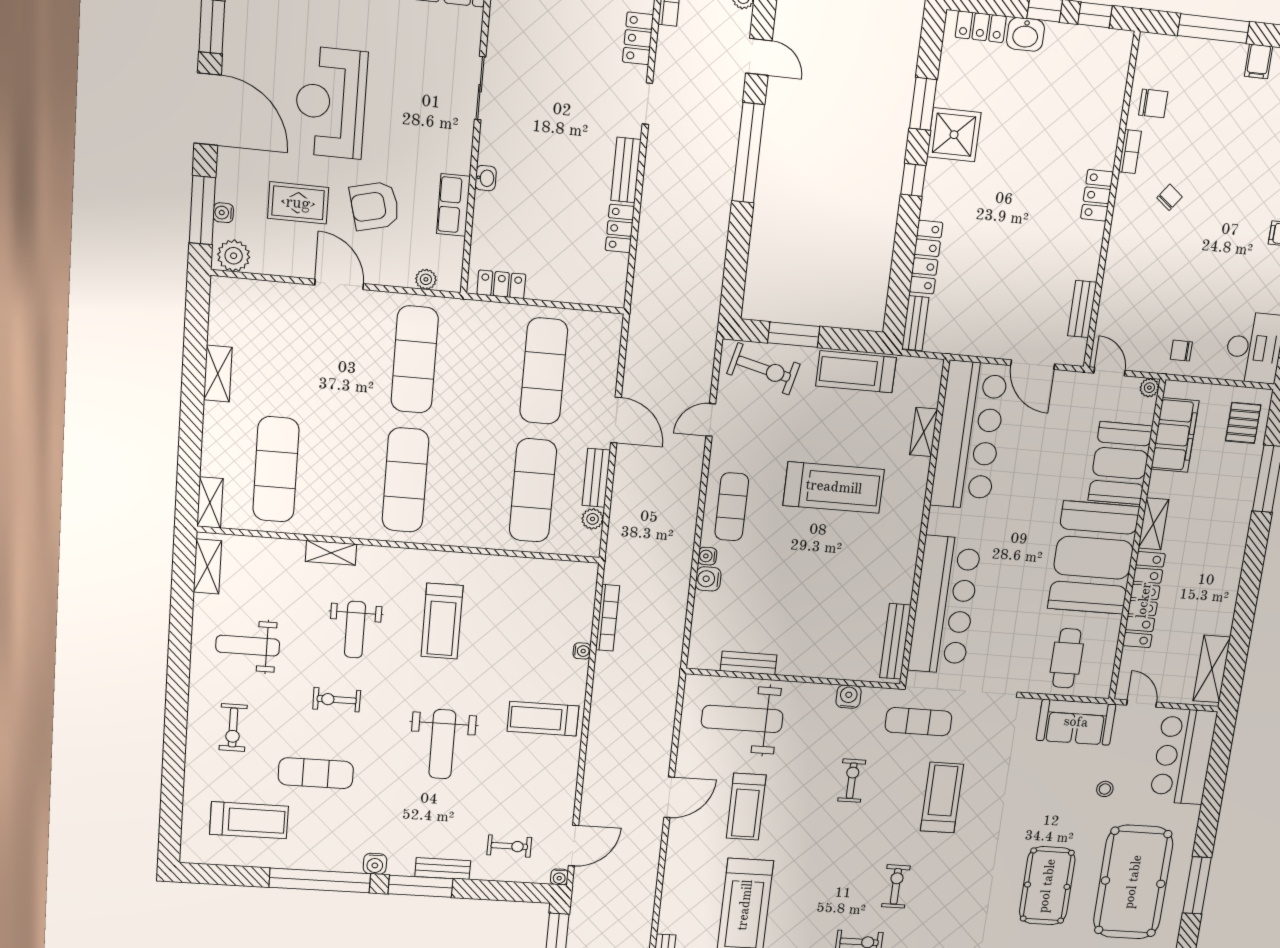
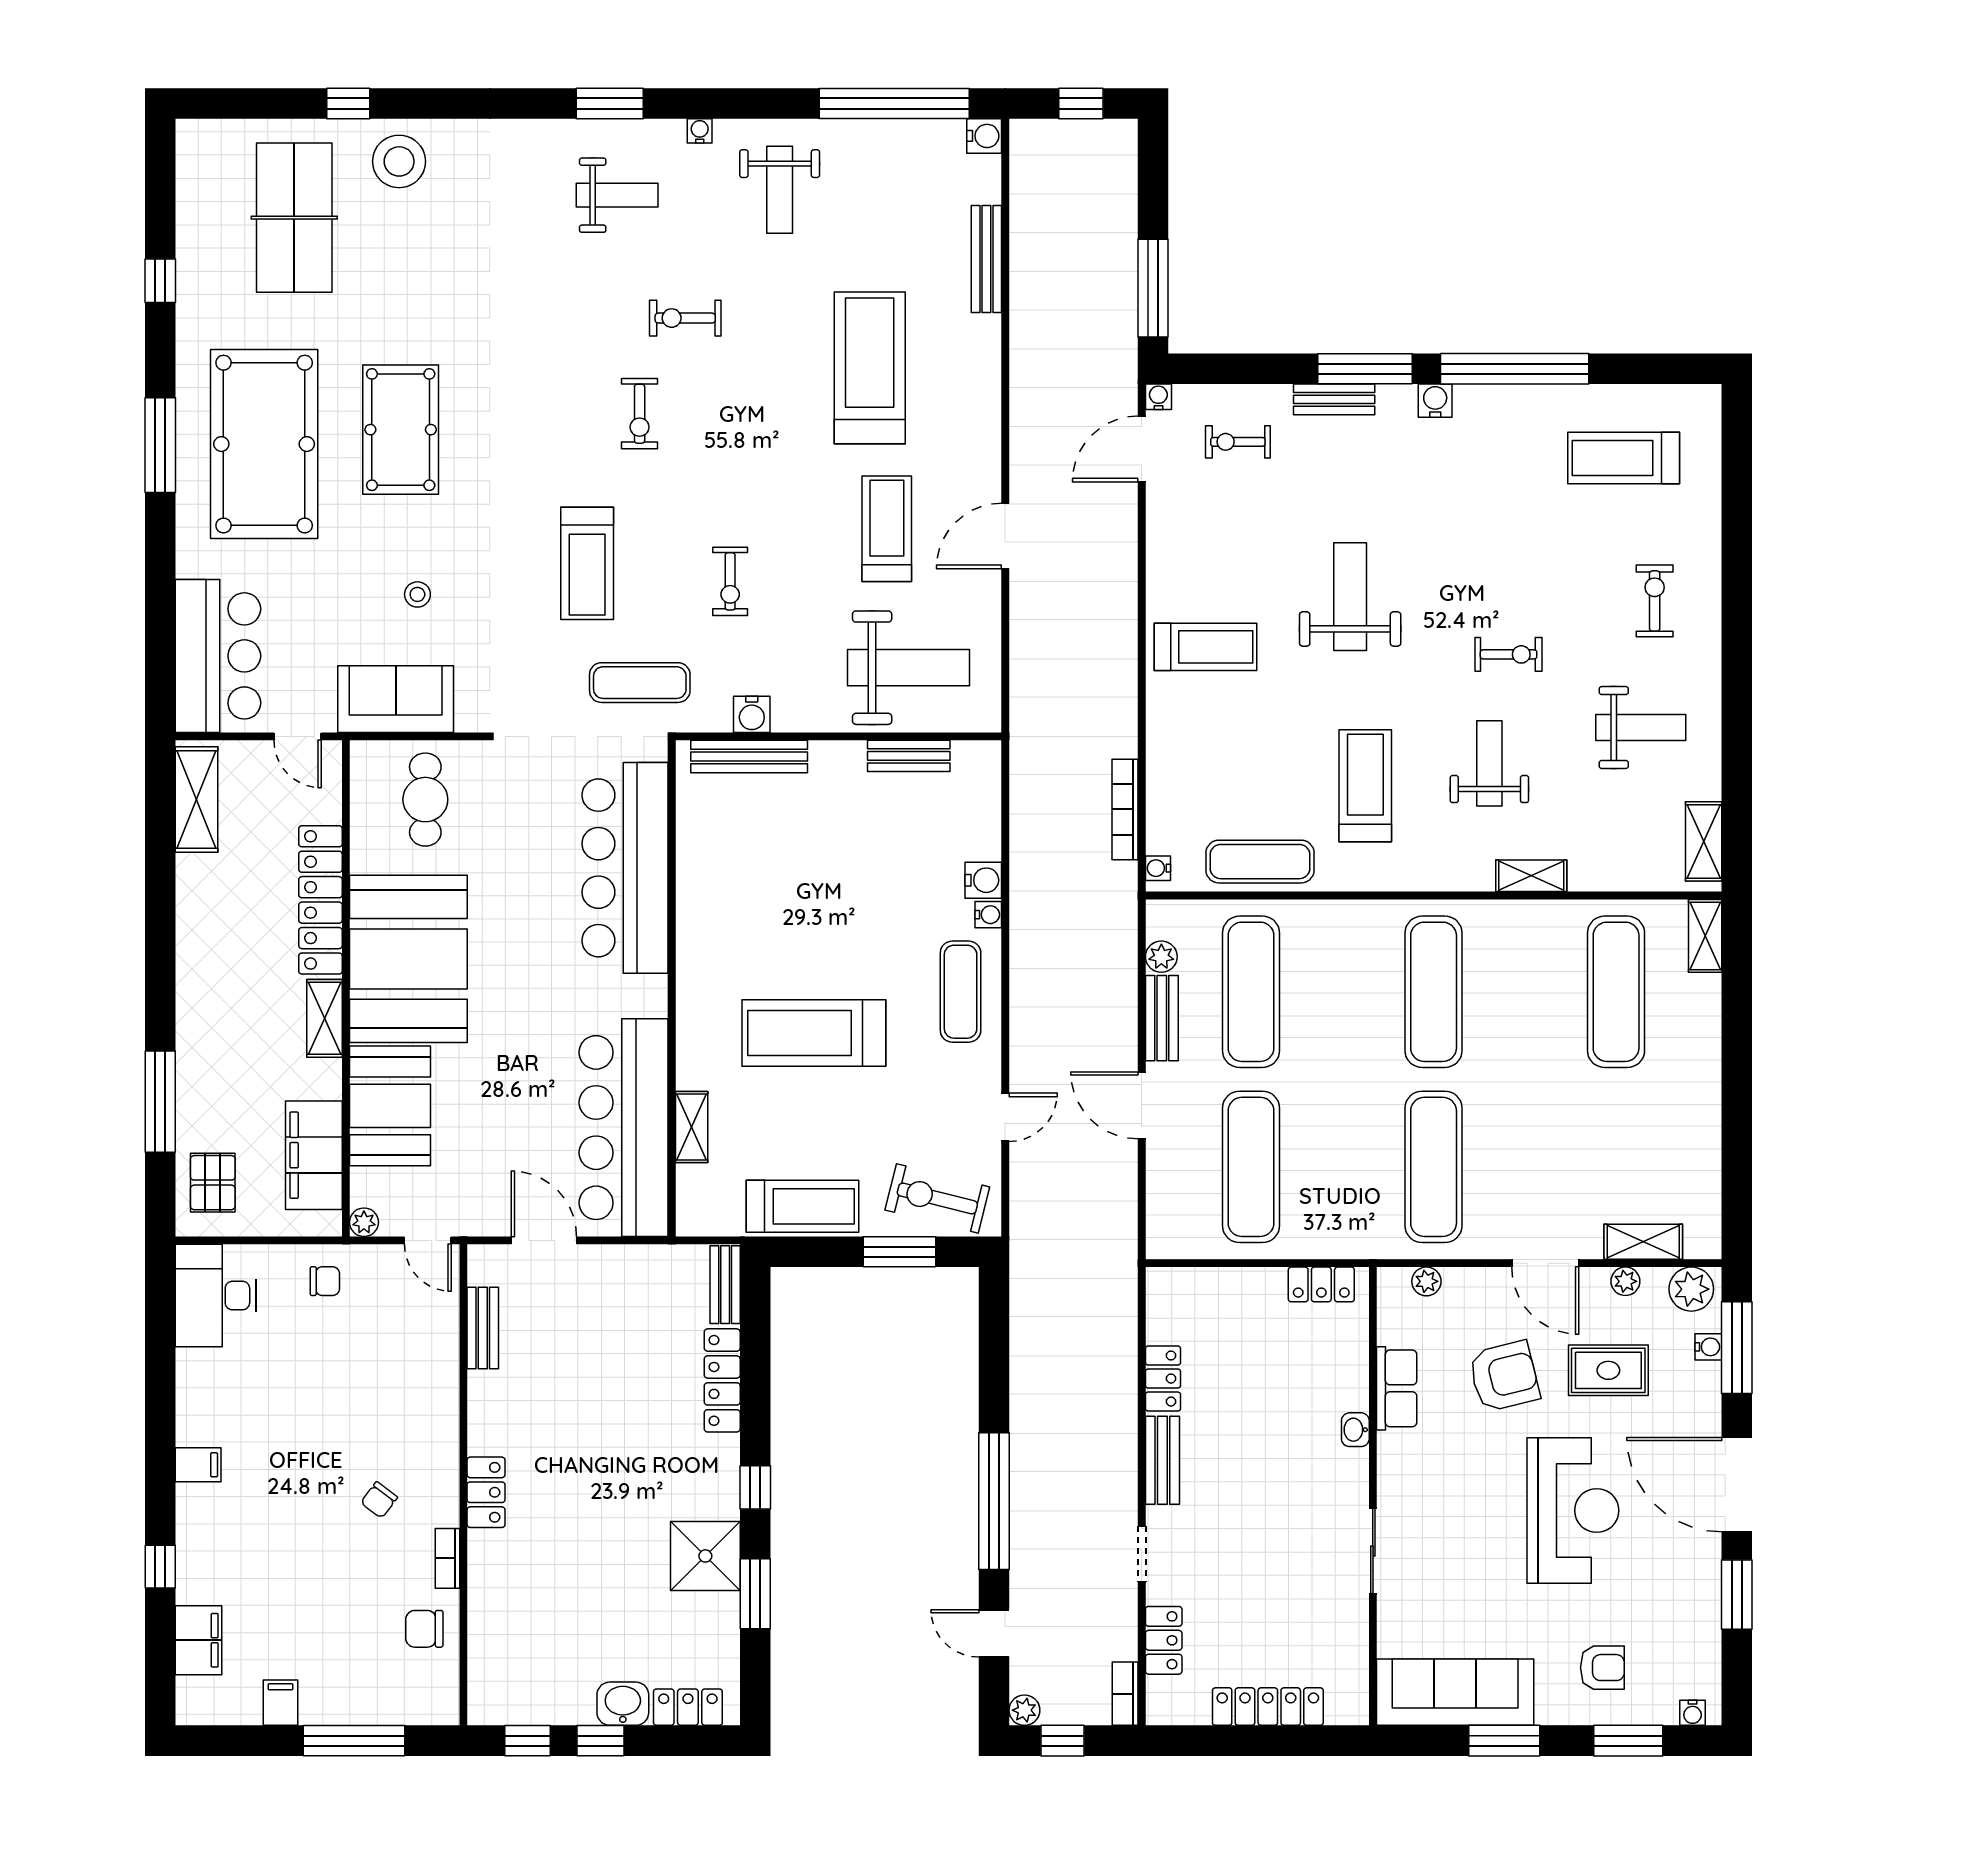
plant: (282, 266) -> (1625, 1281), added
shelving: (218, 374) -> (1643, 1242), moved, turned 90
bench: (895, 641) -> (749, 756), moved, turned 90
water cooler: (582, 651) -> (1158, 868), moved
exercise mat: (316, 773) -> (1260, 862), moved
stool: (1105, 789) -> (417, 594), moved

